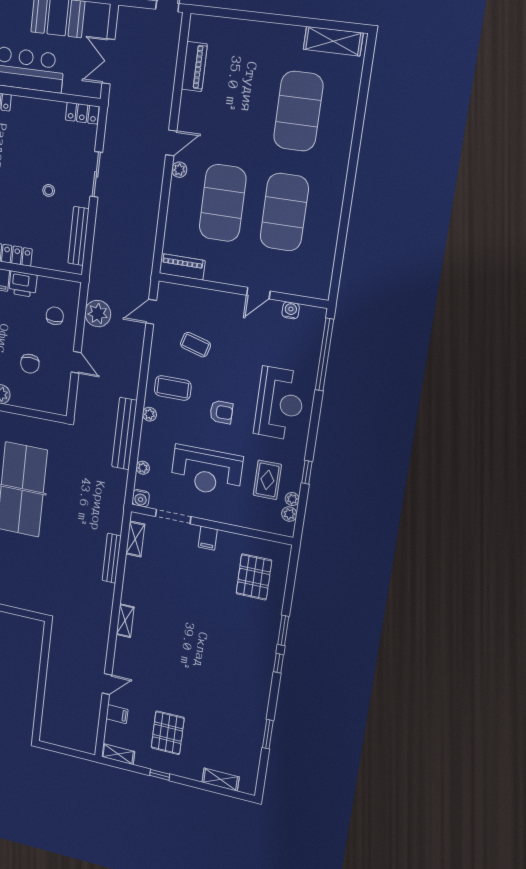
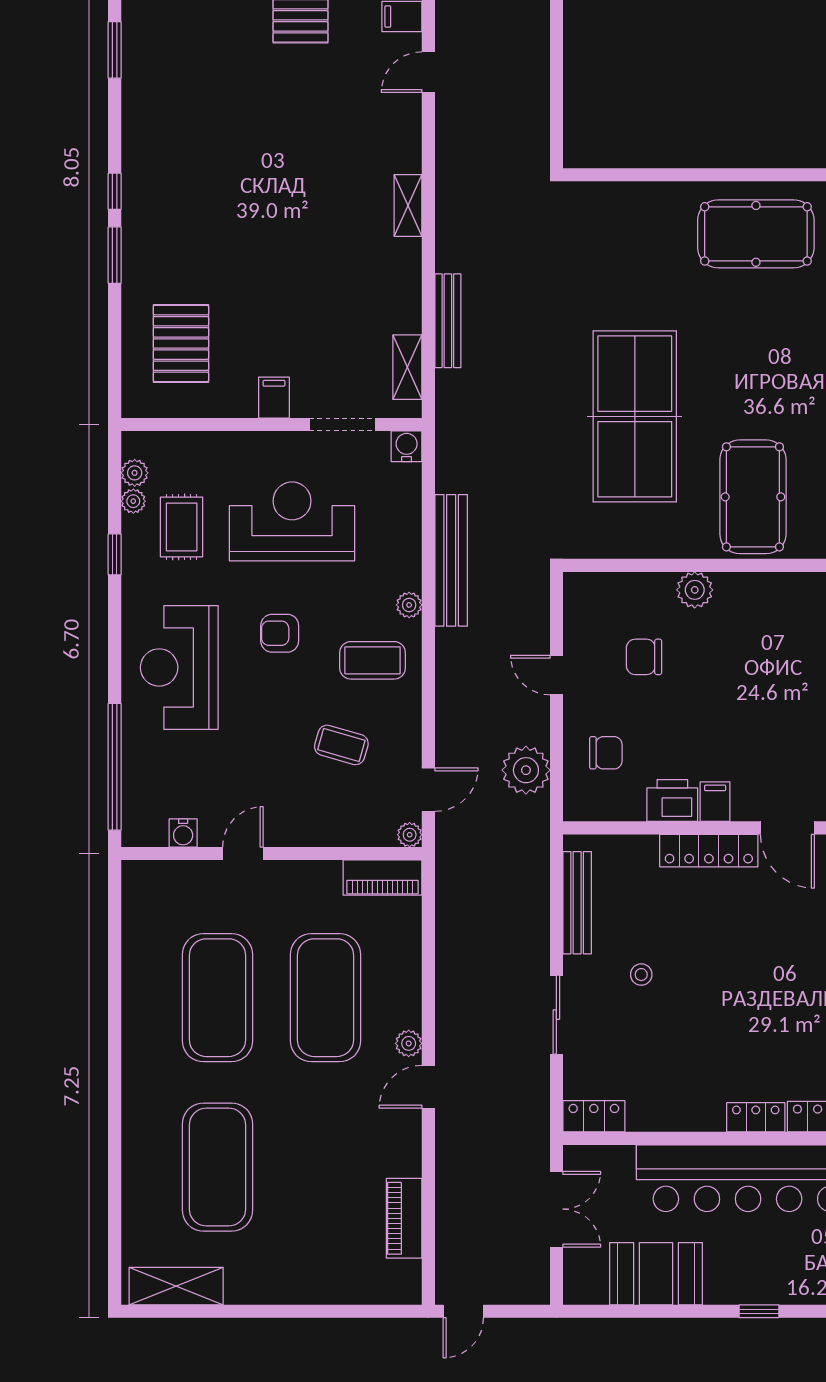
chair: (55, 316) -> (606, 753), turned -90
chair: (30, 364) -> (644, 657), turned -90
plant: (143, 468) -> (410, 835), moved

